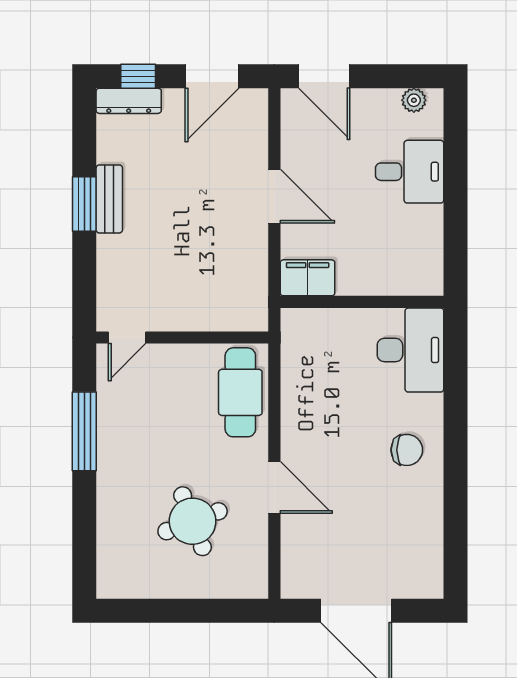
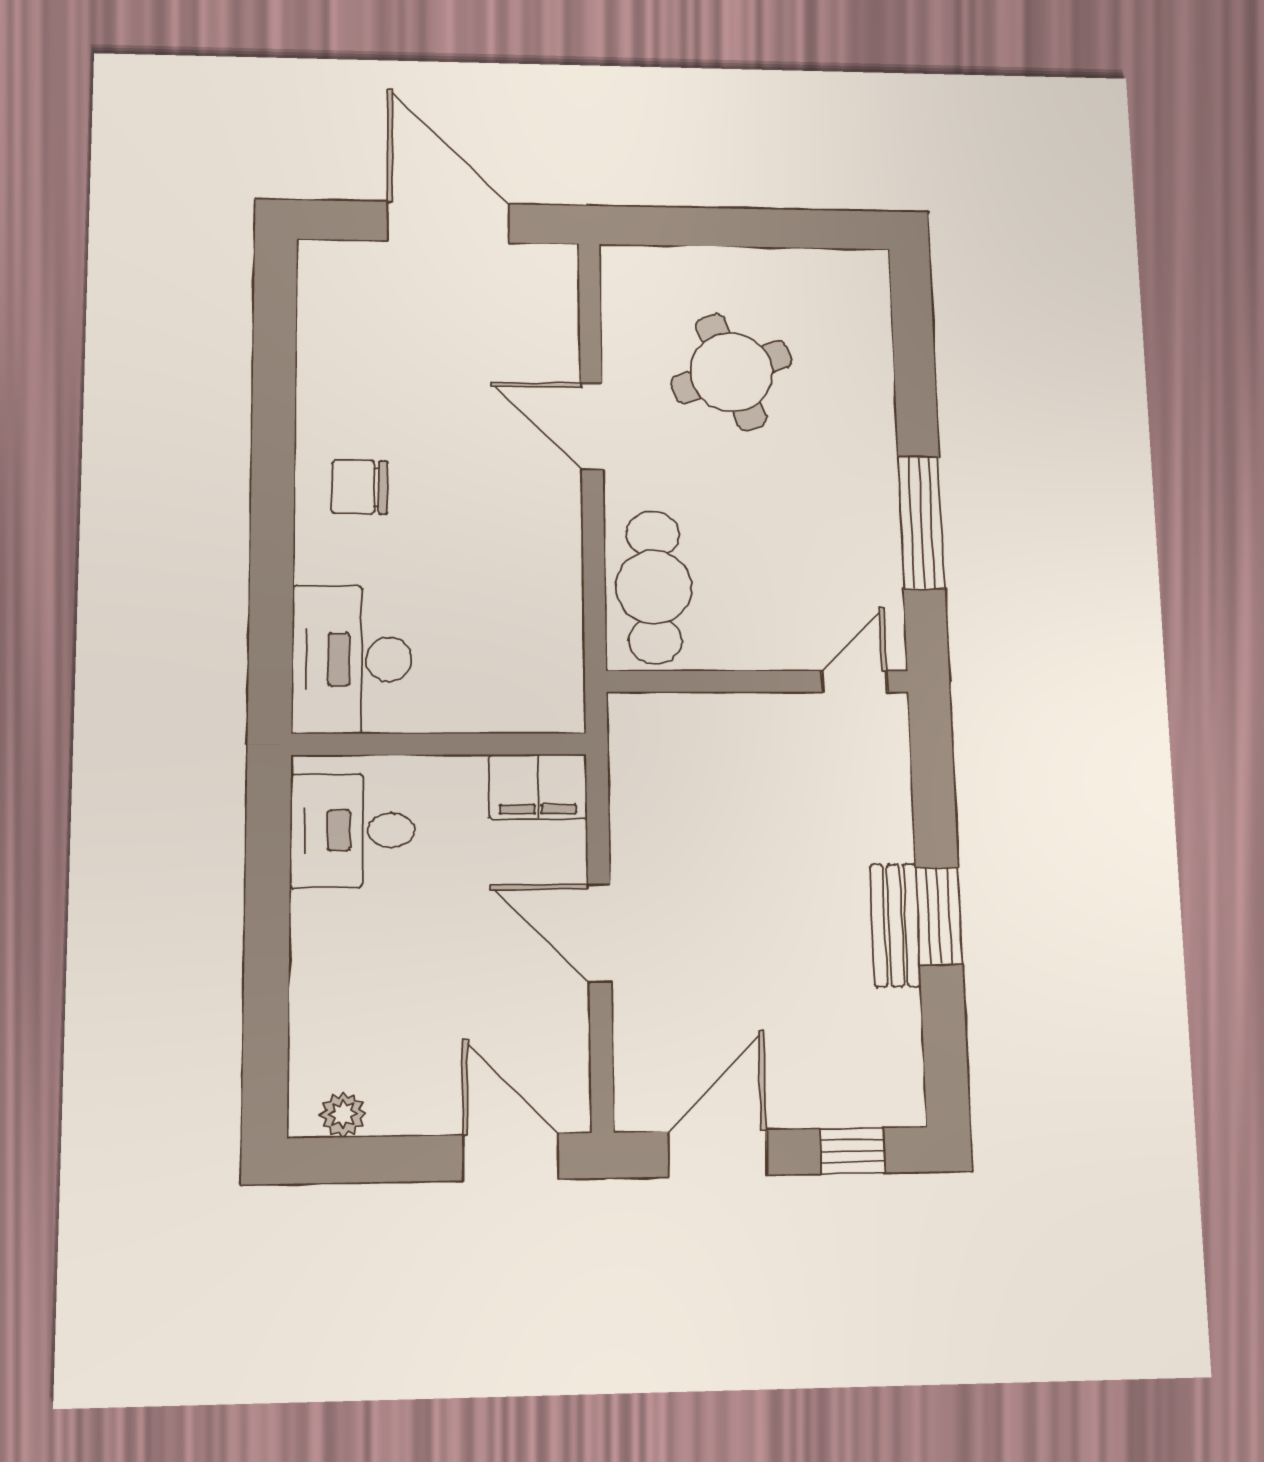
dresser: (129, 101) -> (868, 1105), removed
desk: (410, 172) -> (353, 830), moved

